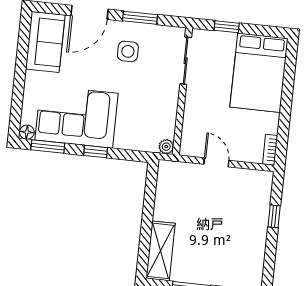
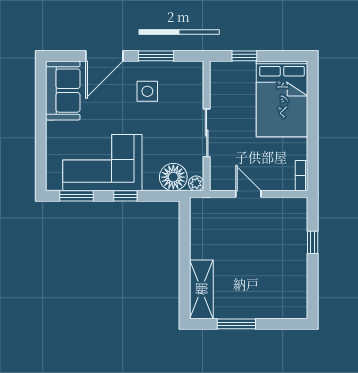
sliding door: (186, 61) -> (207, 133), moved
floor lamp: (27, 132) -> (173, 177), moved, width x1.89, depth x1.89

